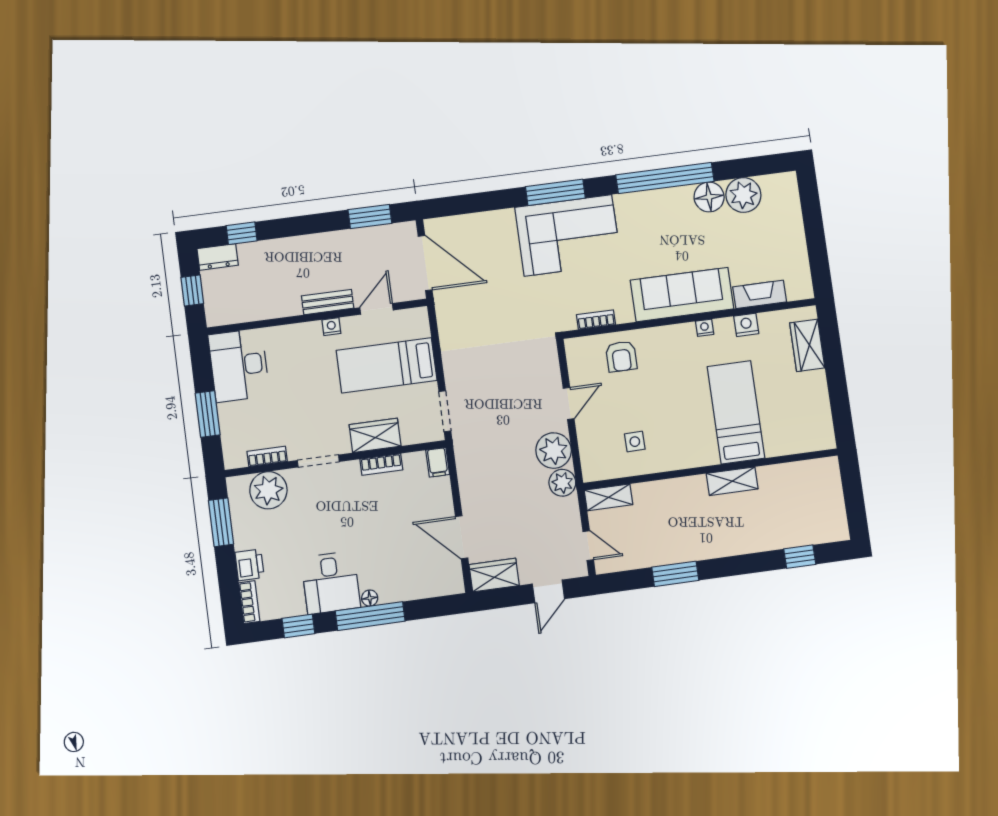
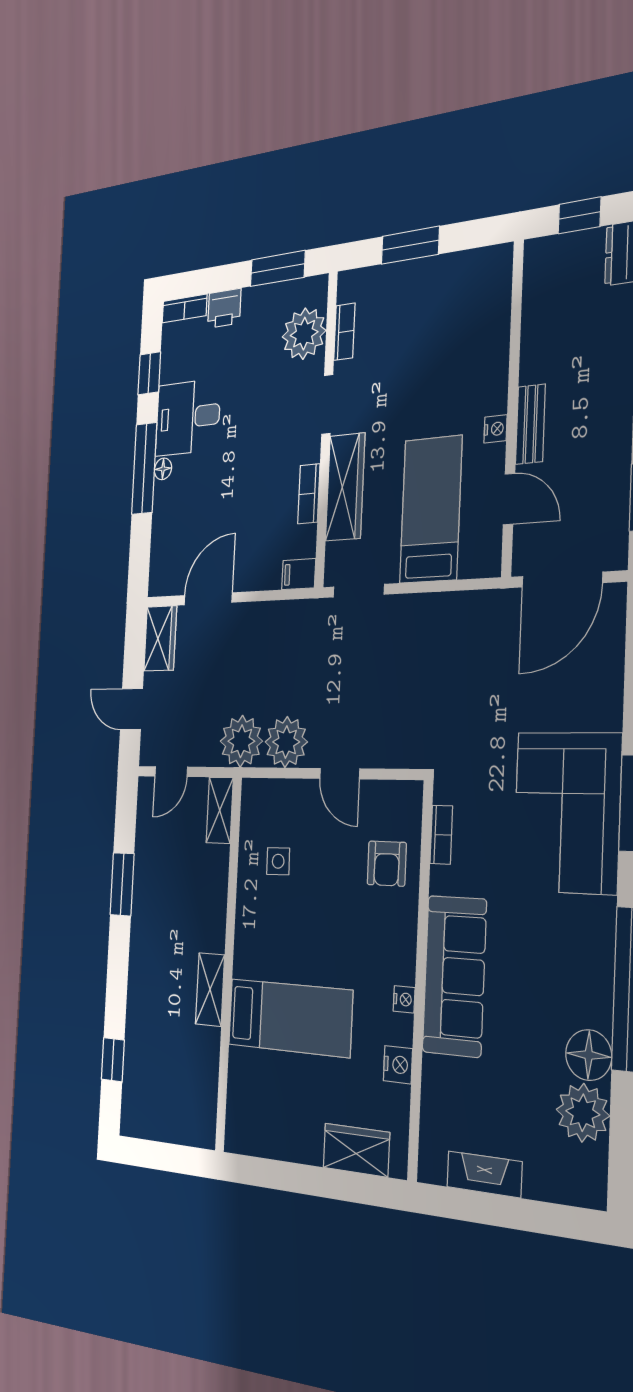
fireplace: (760, 294) -> (484, 1174), moved, turned -90
armchair: (621, 356) -> (387, 864), turned -90
desk: (239, 365) -> (466, 289), removed
wardrobe: (375, 435) -> (345, 487), width x1.50
plant: (562, 483) -> (241, 741), width x1.36, depth x1.36

